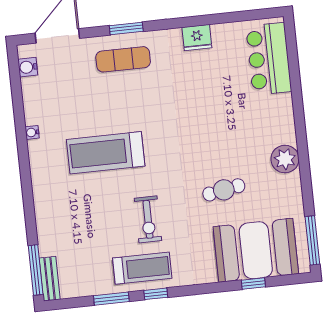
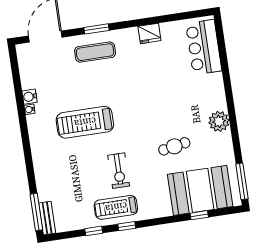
water cooler: (28, 67) -> (30, 97), moved
treadmill: (142, 268) -> (116, 207), turned 180
window: (111, 299) -> (94, 231), width x0.67

